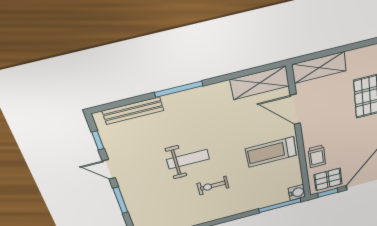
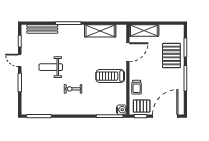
shelving: (260, 83) -> (100, 31), moved
door: (295, 109) -> (128, 52), swing flipped
weight bench: (188, 159) -> (51, 67), moved, turned 180

